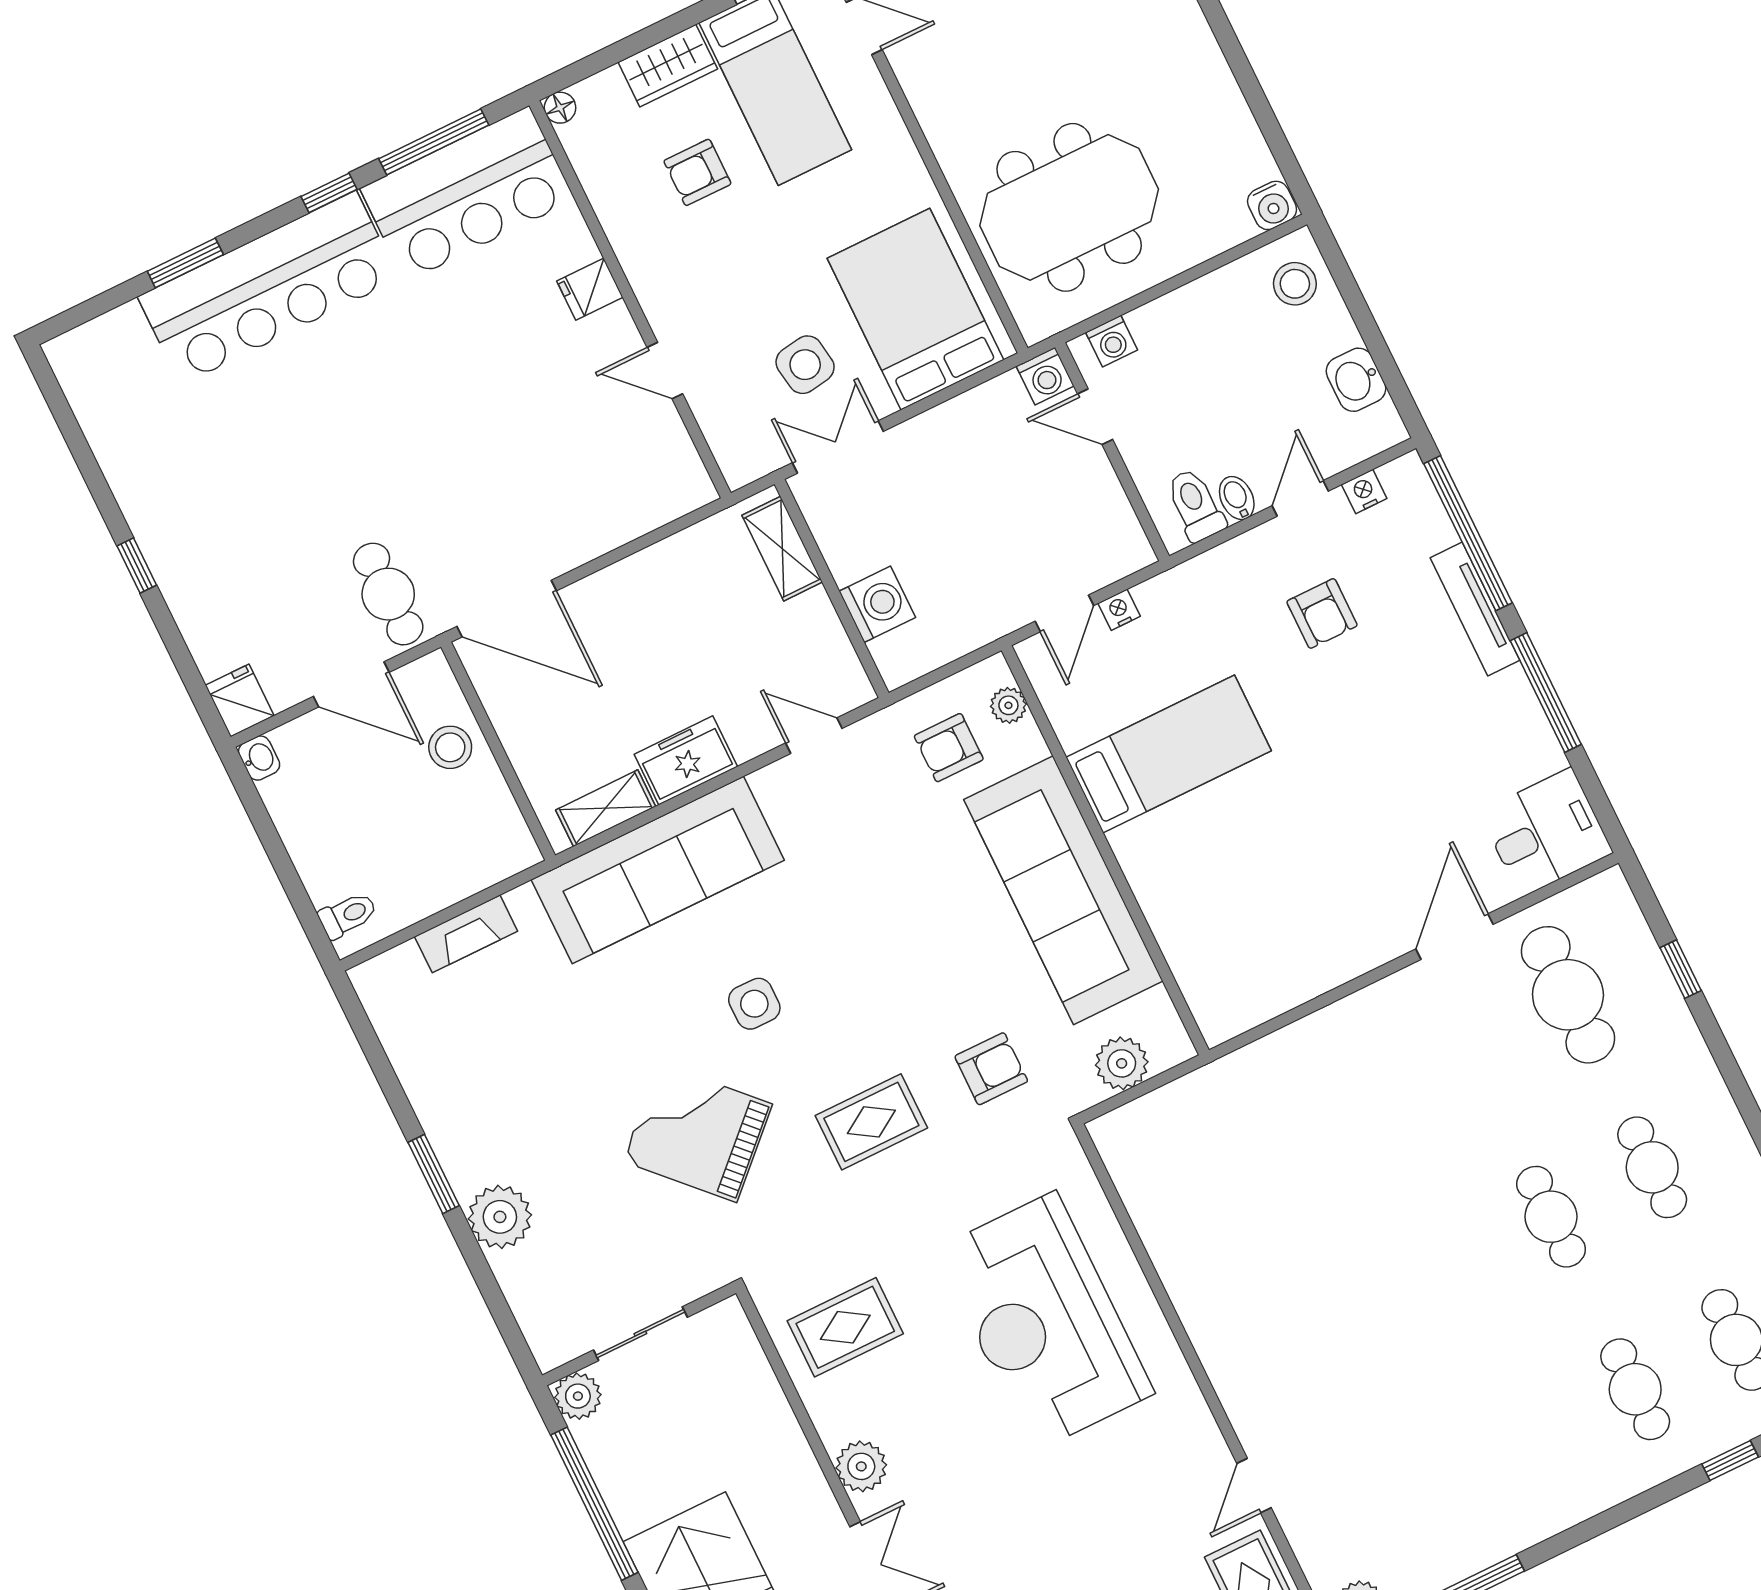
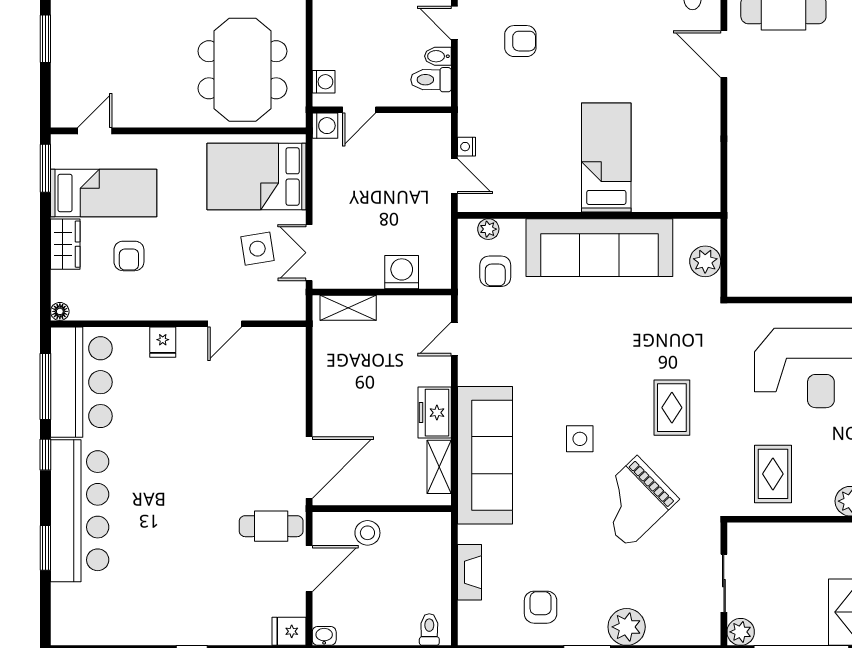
bed: (1169, 754) -> (606, 157), moved
armchair: (991, 1069) -> (541, 607), moved

